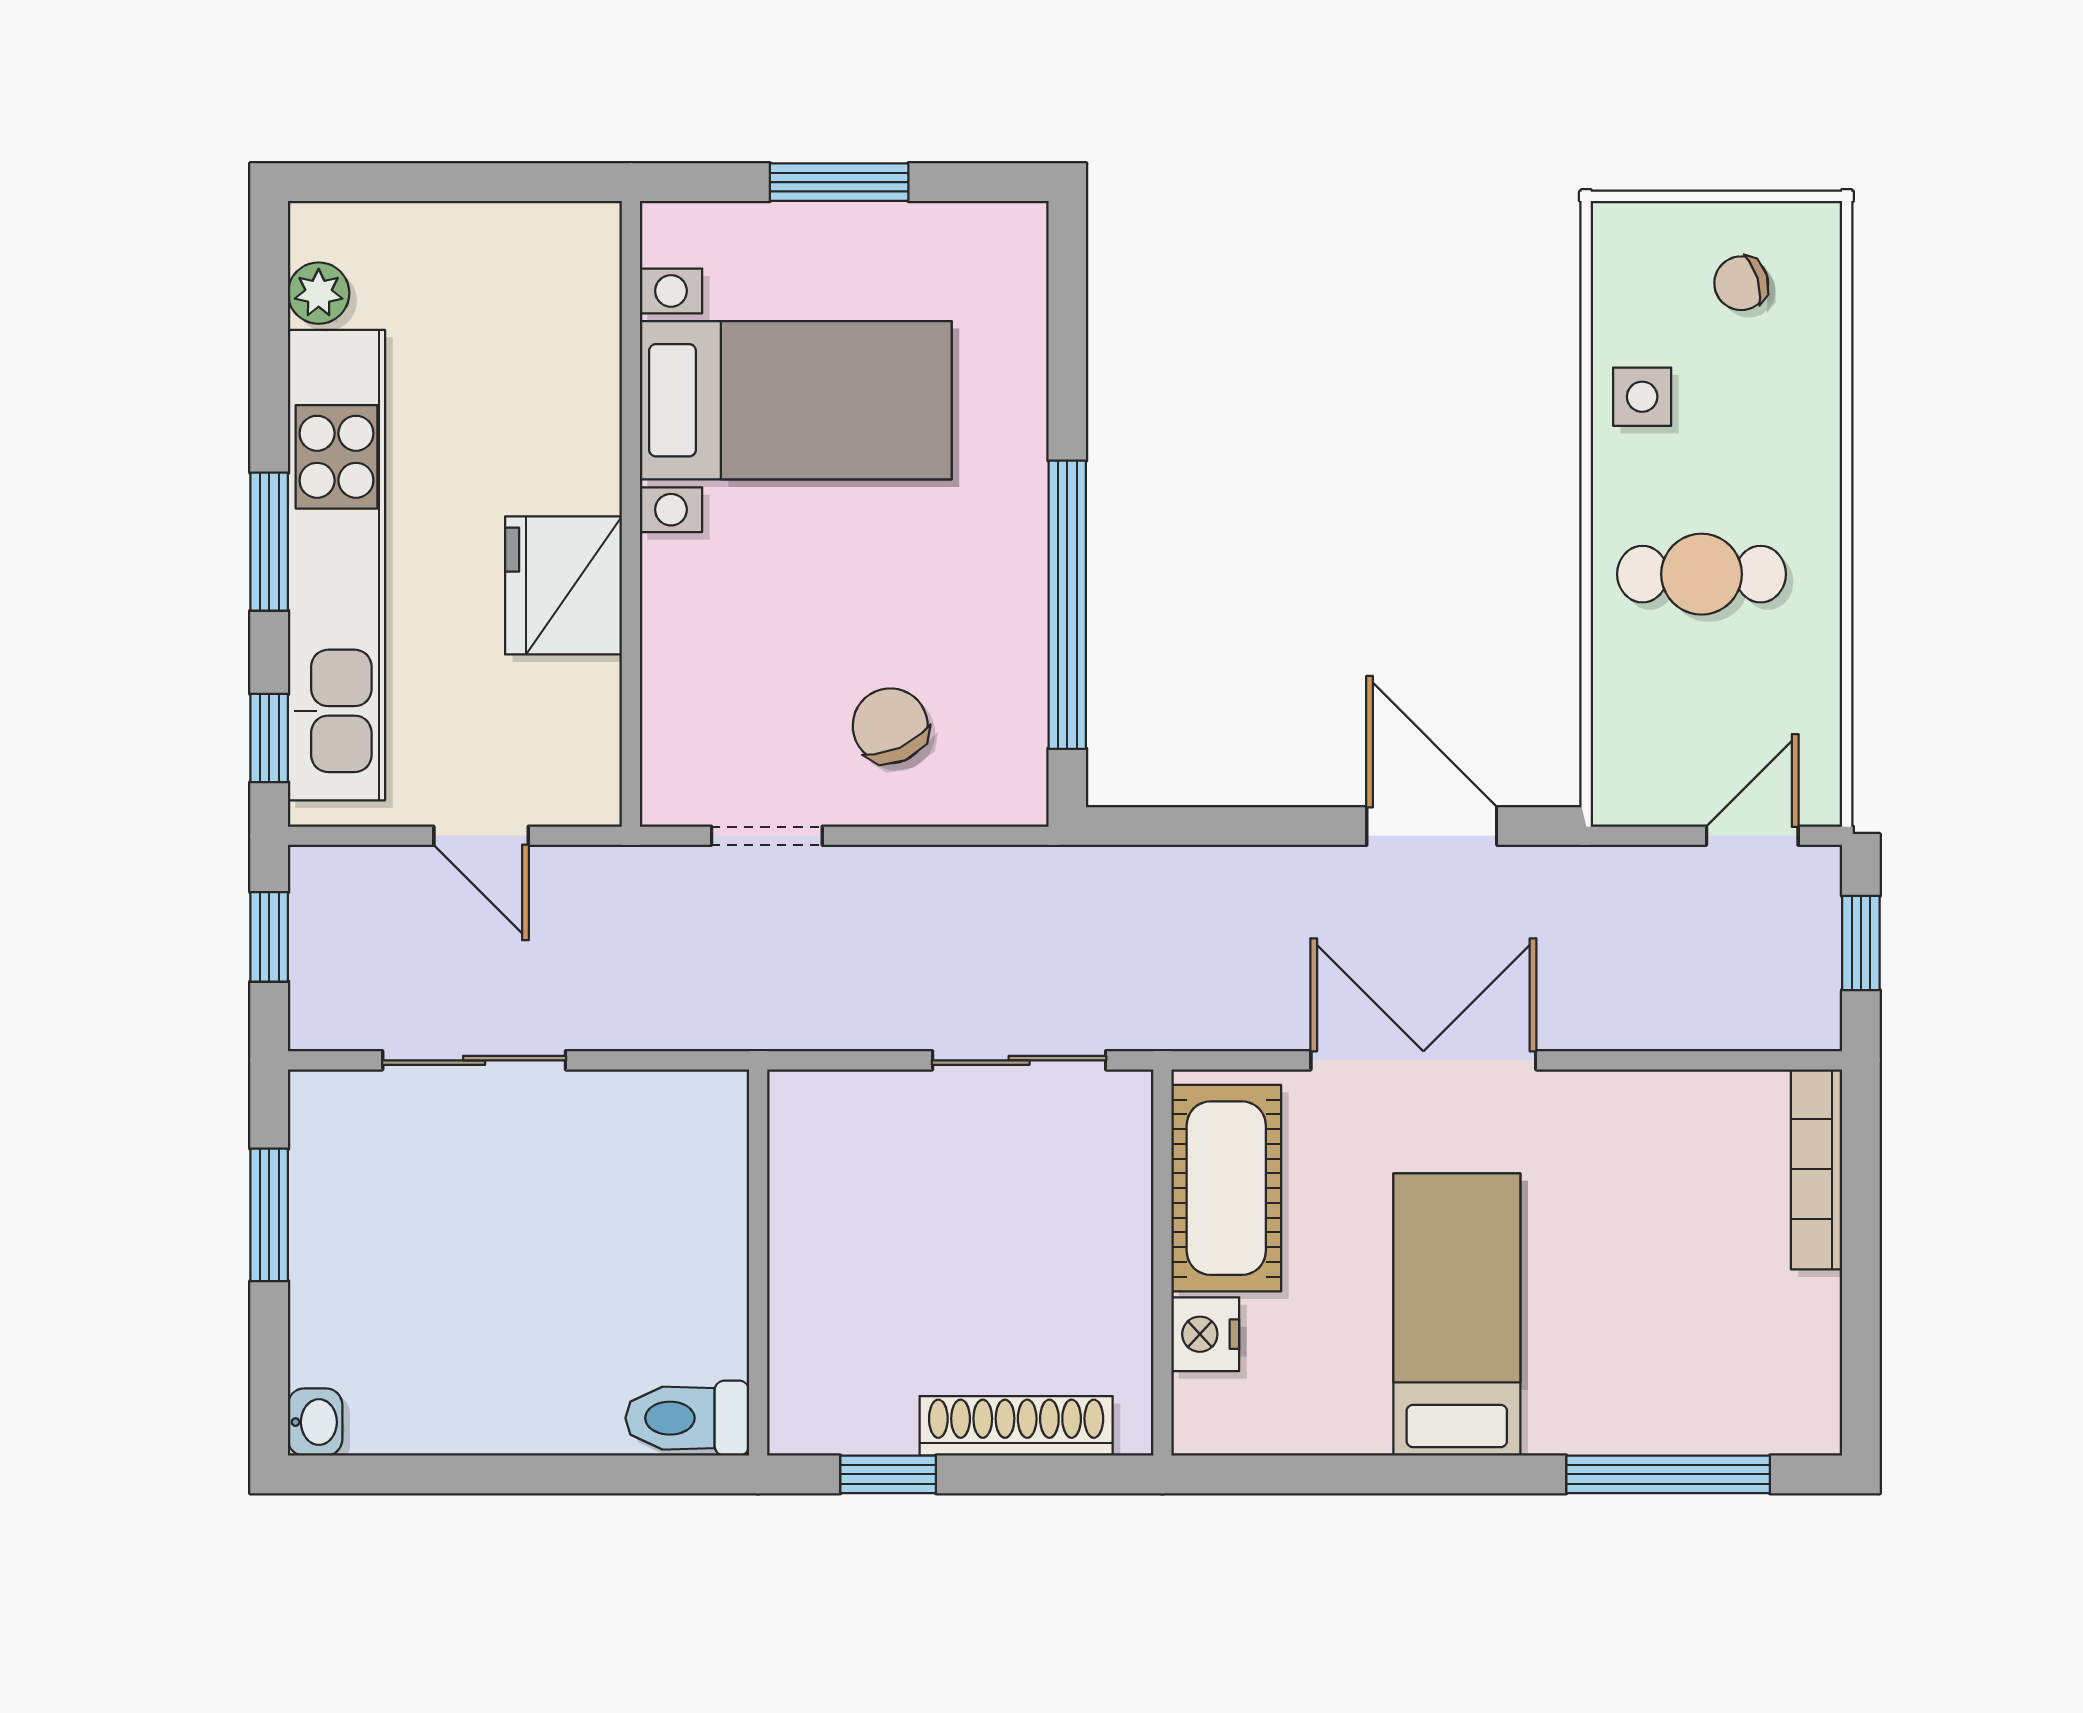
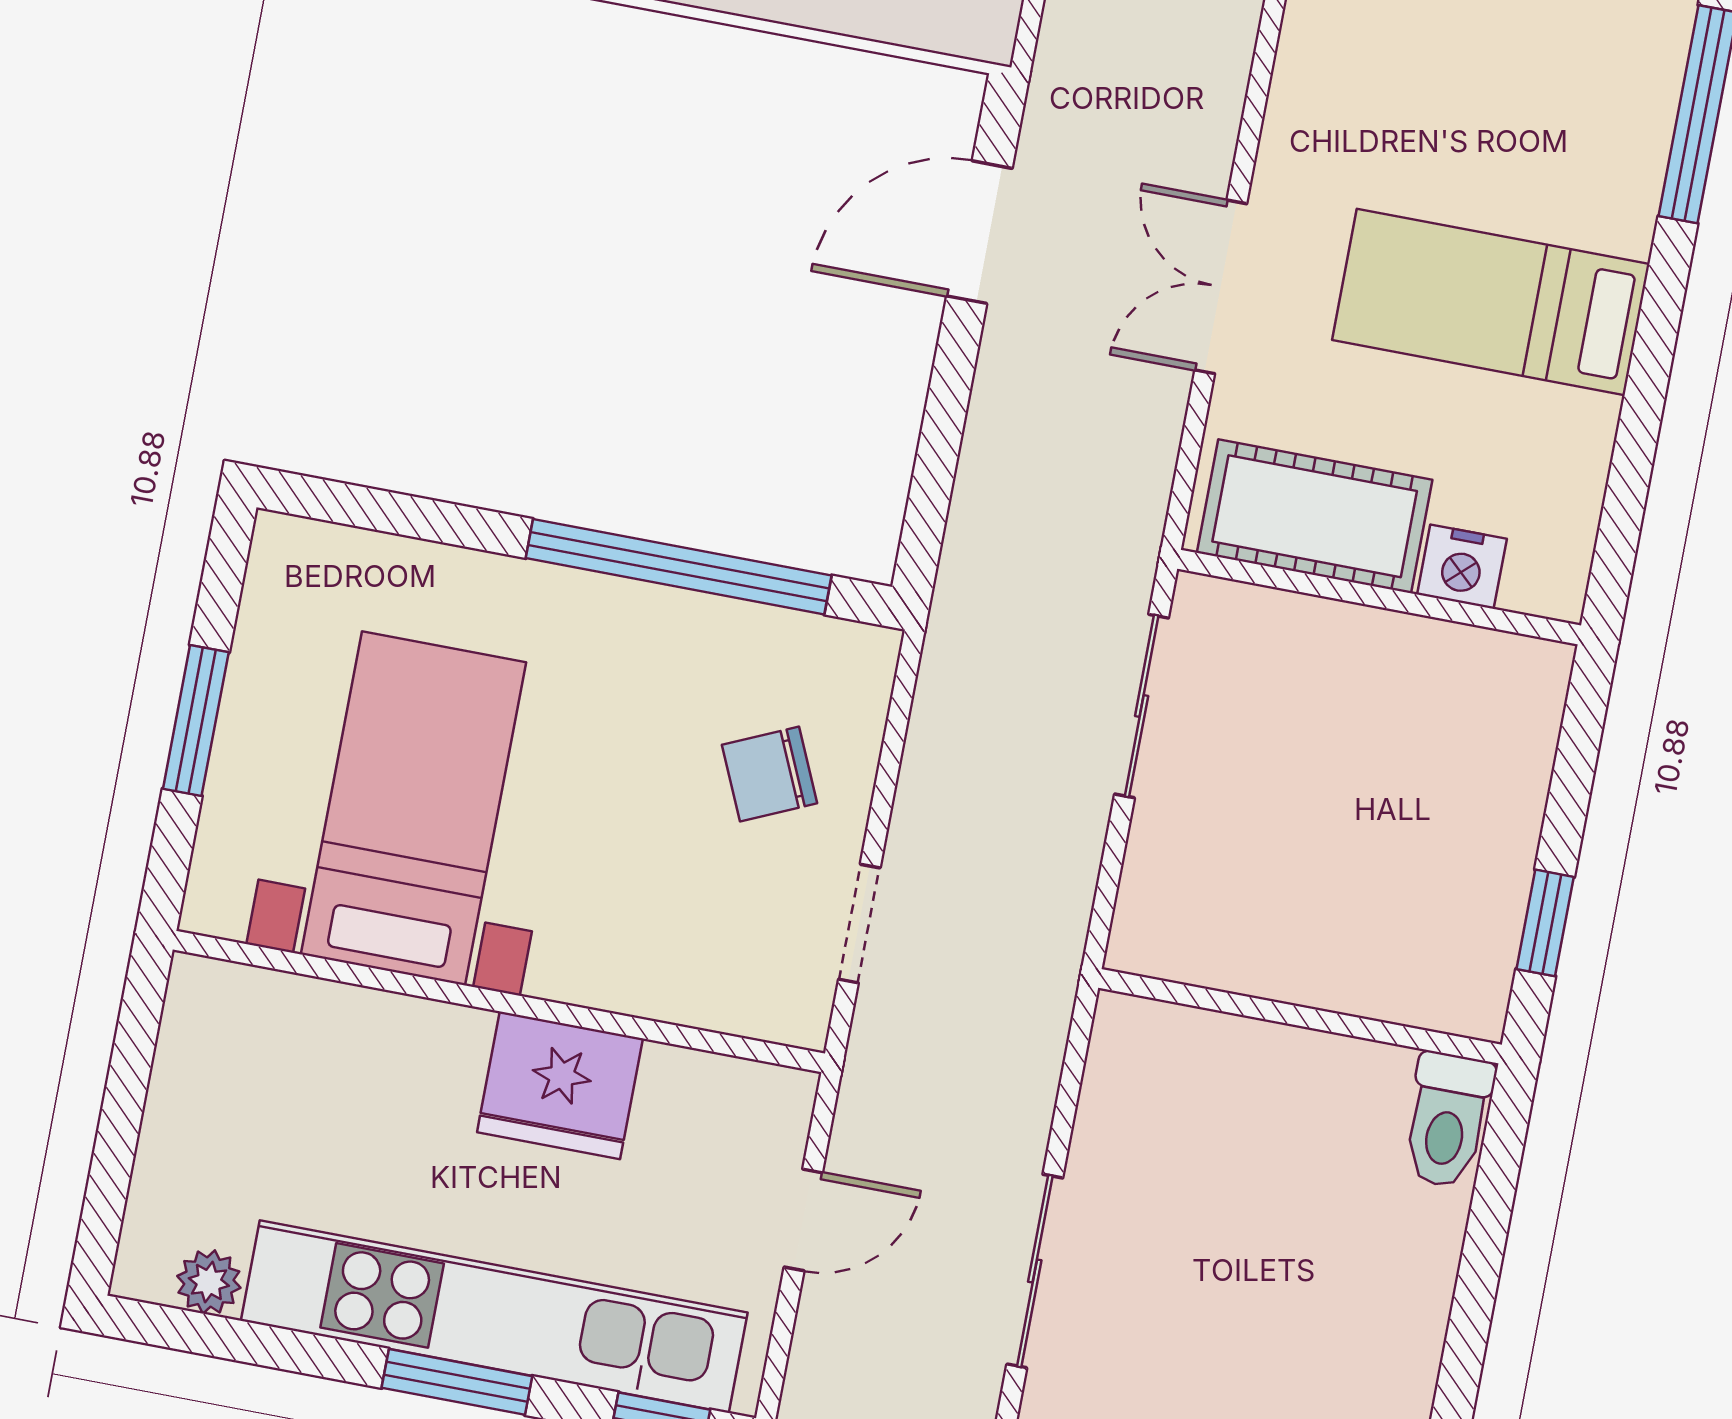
double door: (1423, 1060) -> (1221, 287), width x0.73
shoe rack: (1016, 1426) -> (1520, 781), removed

